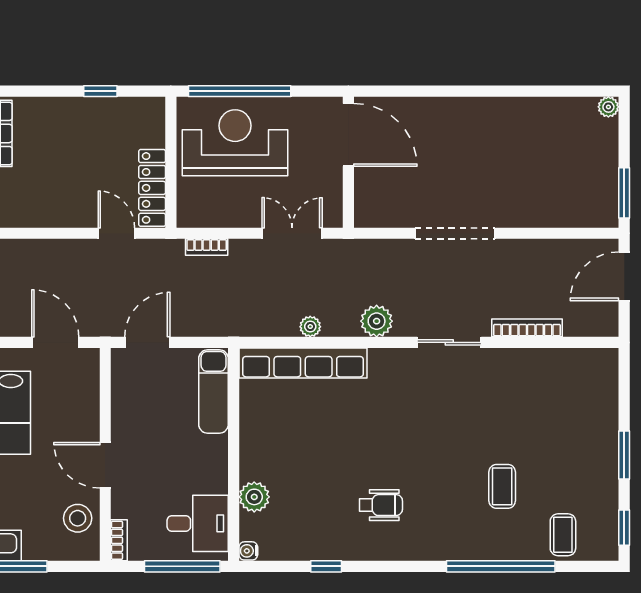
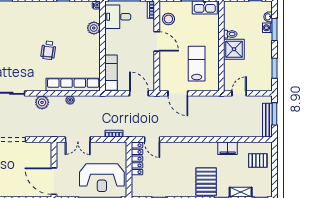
door: (147, 342) -> (139, 93), swing flipped
wheelchair: (381, 505) -> (48, 50), moved, turned -82

